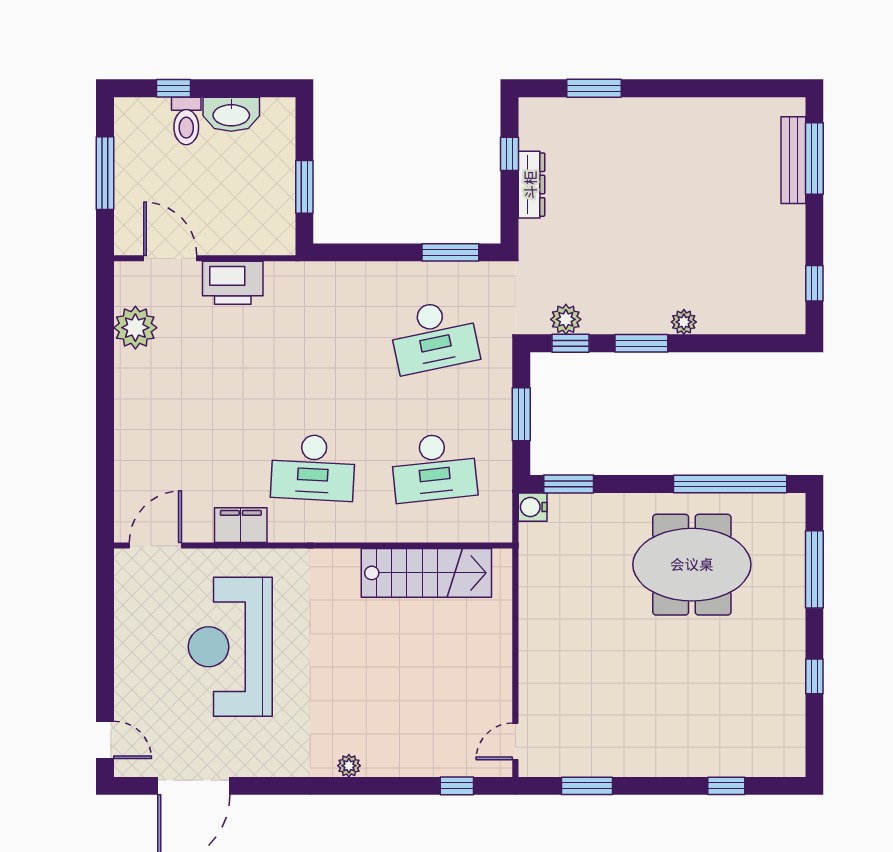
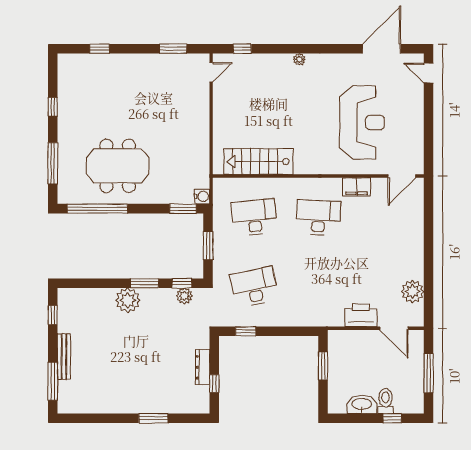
window: (594, 88) -> (153, 418), moved
bench: (793, 160) -> (64, 357), moved
window: (450, 252) -> (246, 331), width x0.67
plant: (684, 322) -> (128, 300), width x1.88, depth x1.88

